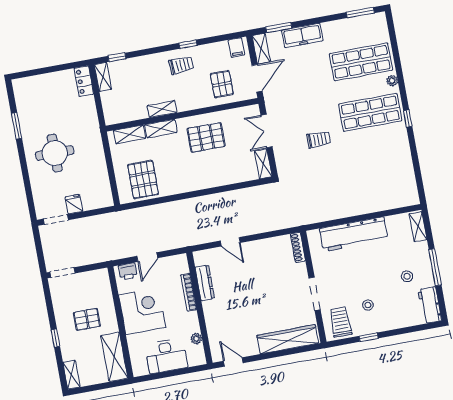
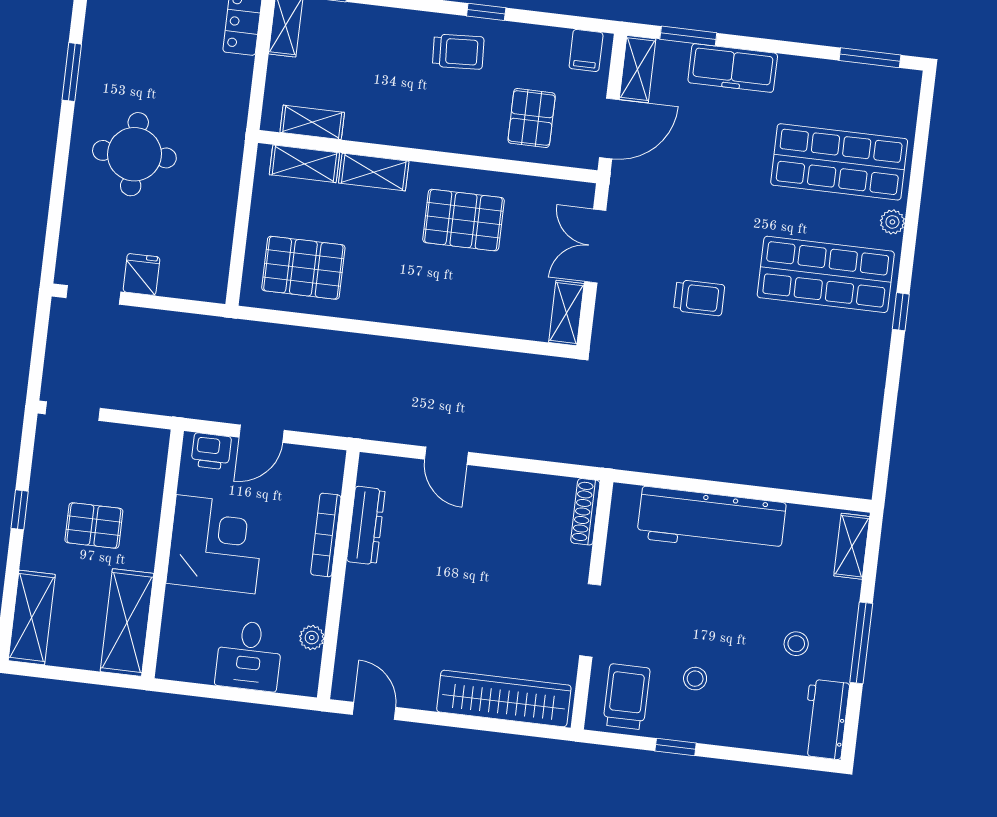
shelving: (162, 109) -> (312, 122), moved
pallet: (143, 180) -> (303, 268), turned 90
window: (55, 338) -> (20, 510), moved
desk: (166, 356) -> (249, 656), width x0.73
shelving: (72, 375) -> (32, 618), width x1.50, depth x1.33

